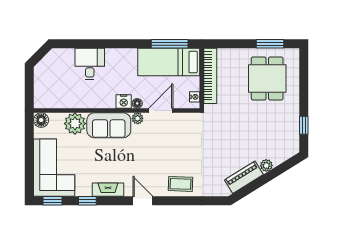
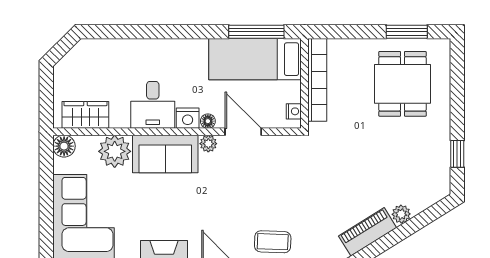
desk: (90, 64) -> (153, 105), moved, turned 180
wardrobe: (55, 99) -> (85, 115), added
door: (161, 110) -> (243, 132), hinge flipped

